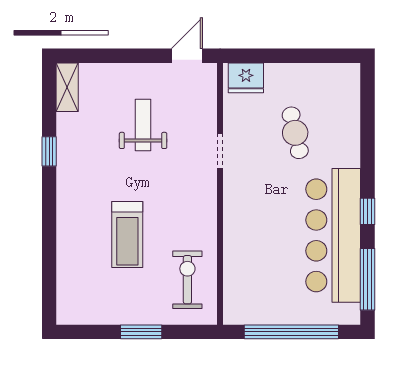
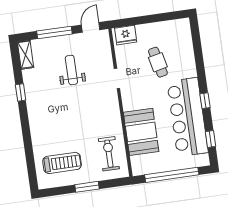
window: (123, 56) -> (54, 33), added
treadmill: (127, 235) -> (62, 163), moved, turned -90
booth: (249, 250) -> (141, 132), added
window: (367, 279) -> (210, 139), width x0.46

